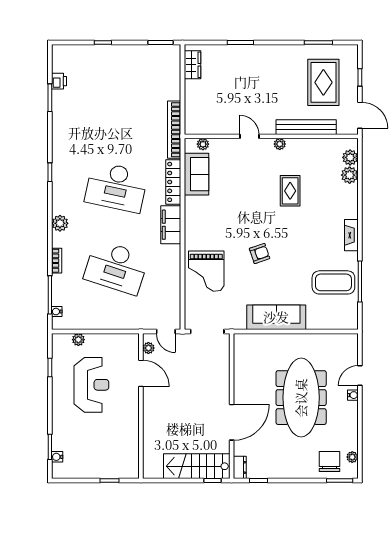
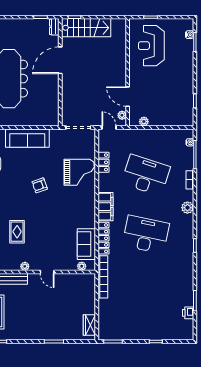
grand piano: (206, 271) -> (79, 172), turned 90
locker: (173, 285) -> (103, 162), added
plant: (78, 340) -> (144, 122), moved
reception desk: (91, 385) -> (151, 46), moved

